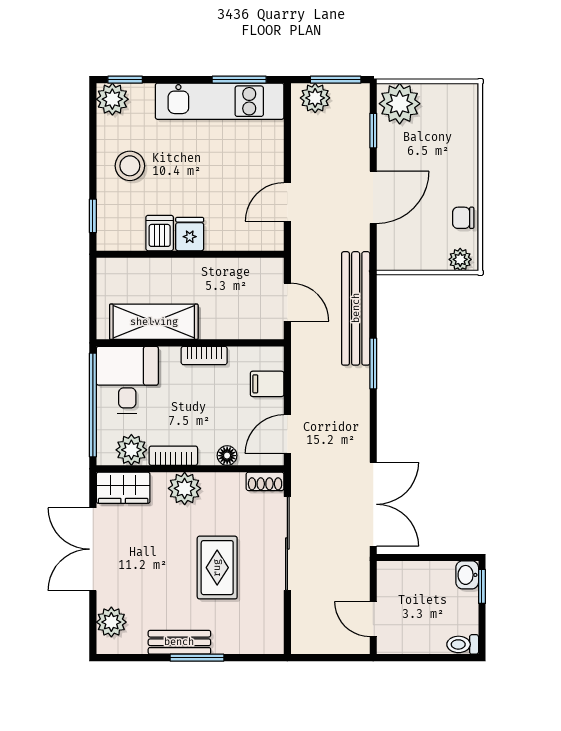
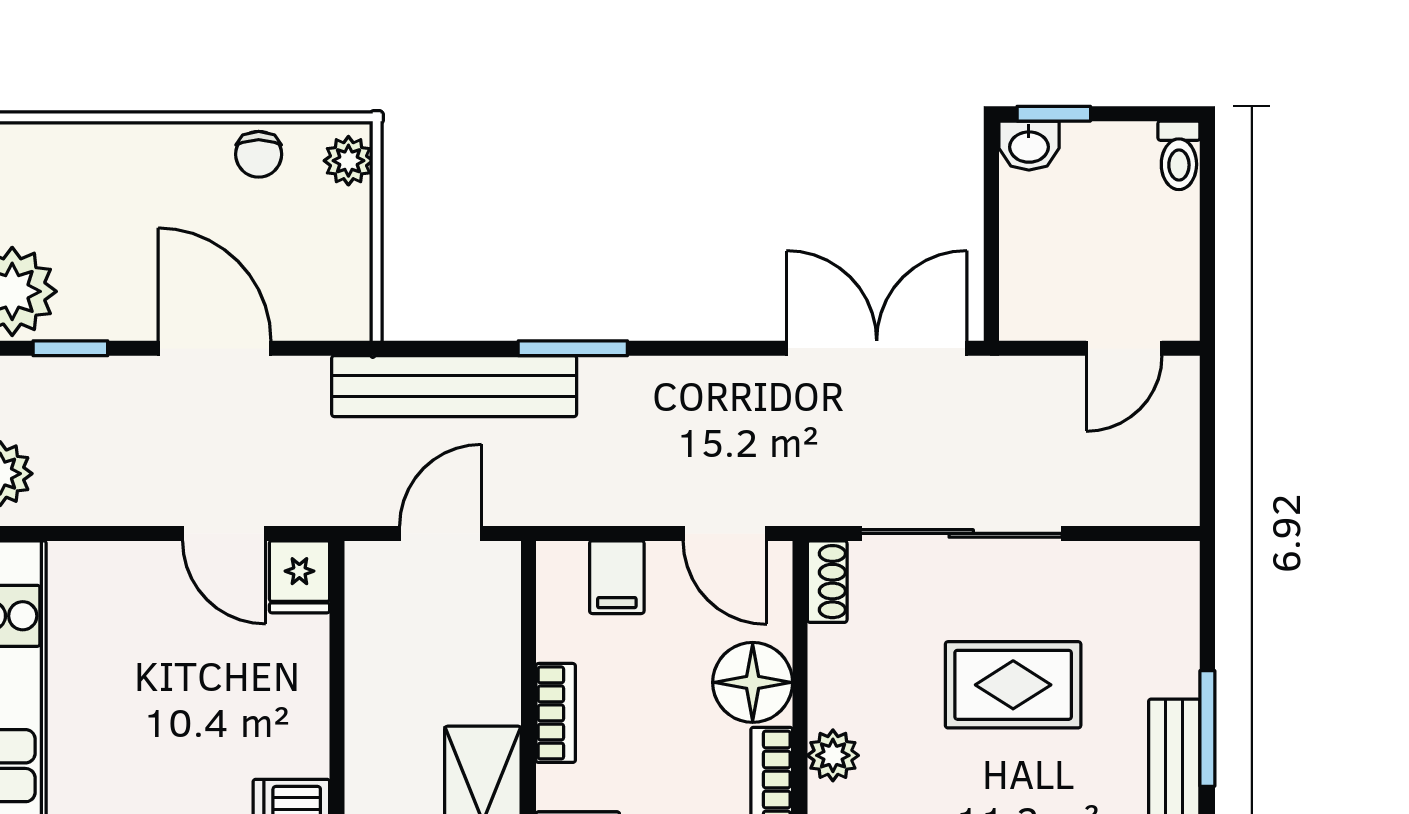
fridge: (190, 234) -> (299, 577), moved, turned -90
floor lamp: (227, 456) -> (753, 682), width x1.89, depth x1.89
plant: (185, 488) -> (833, 755), width x0.73, depth x0.73

